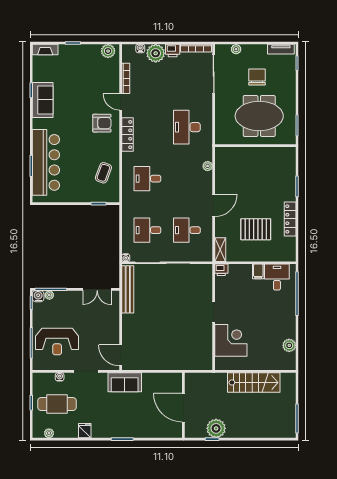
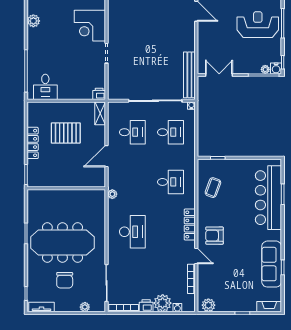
sofa: (43, 100) -> (272, 264), width x1.36
meeting table: (259, 116) -> (62, 242), width x1.36
wall: (255, 146) -> (66, 188), moved
filing cabinet: (258, 271) -> (63, 92), removed

